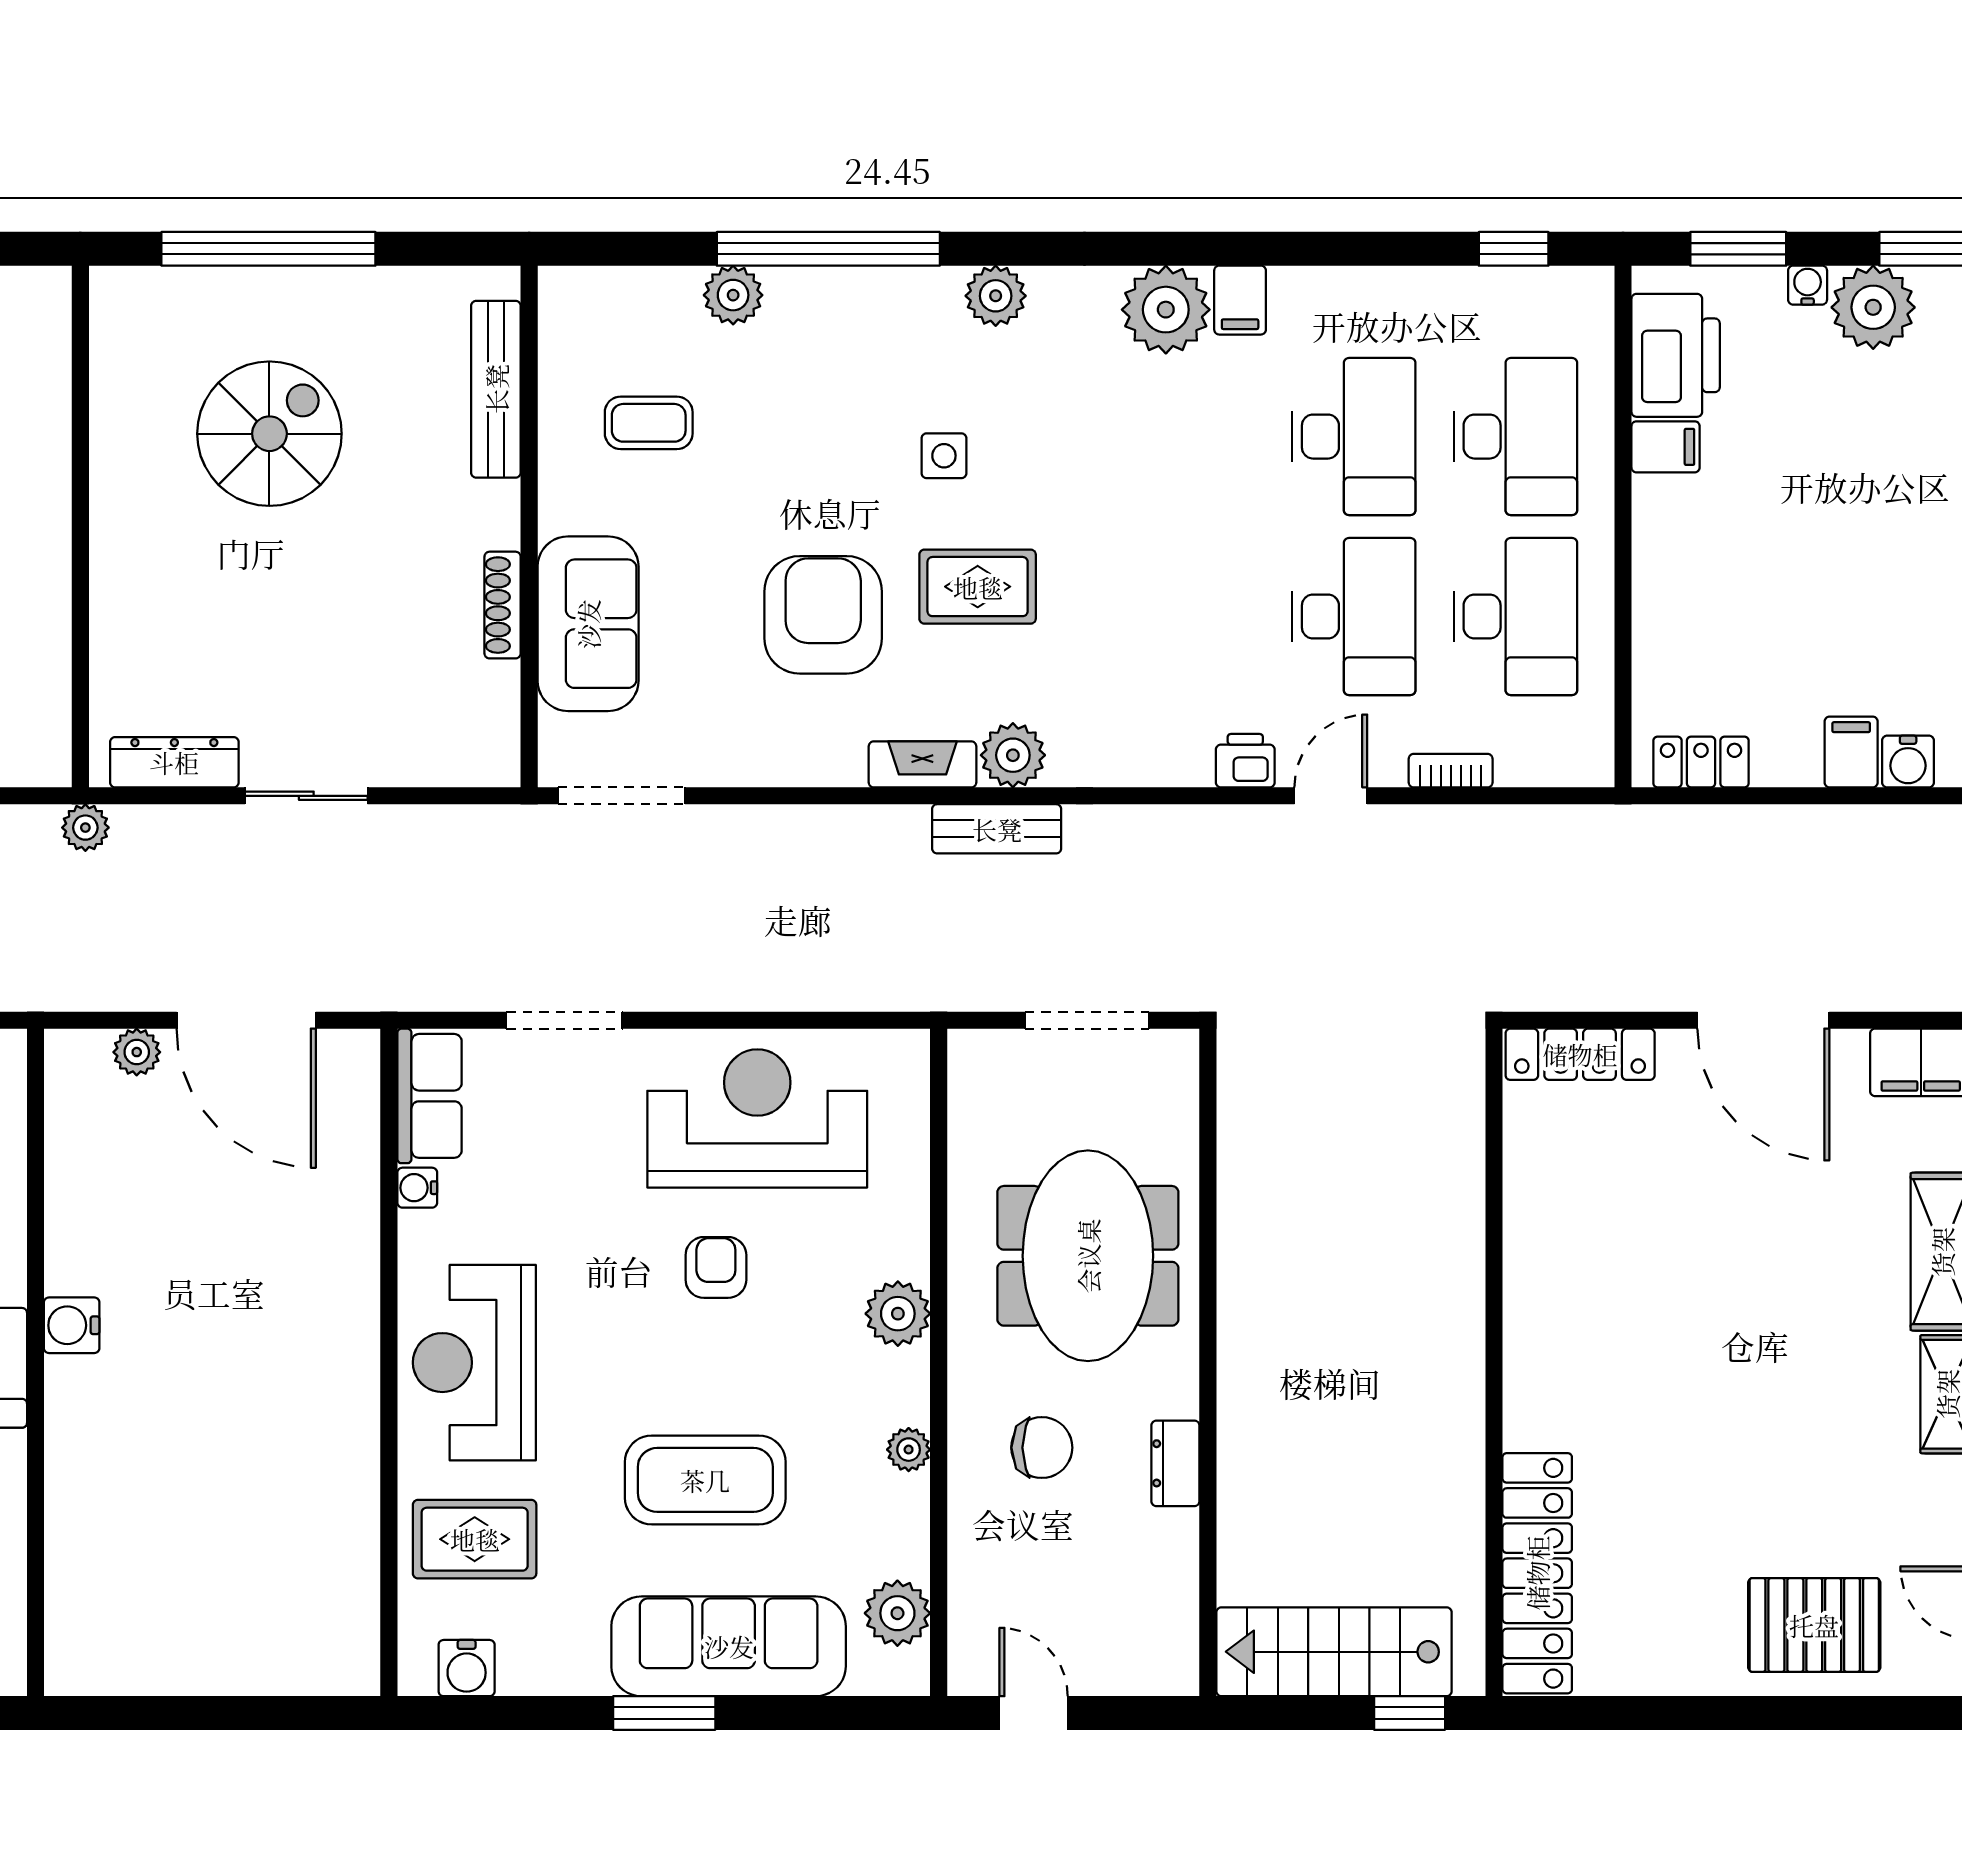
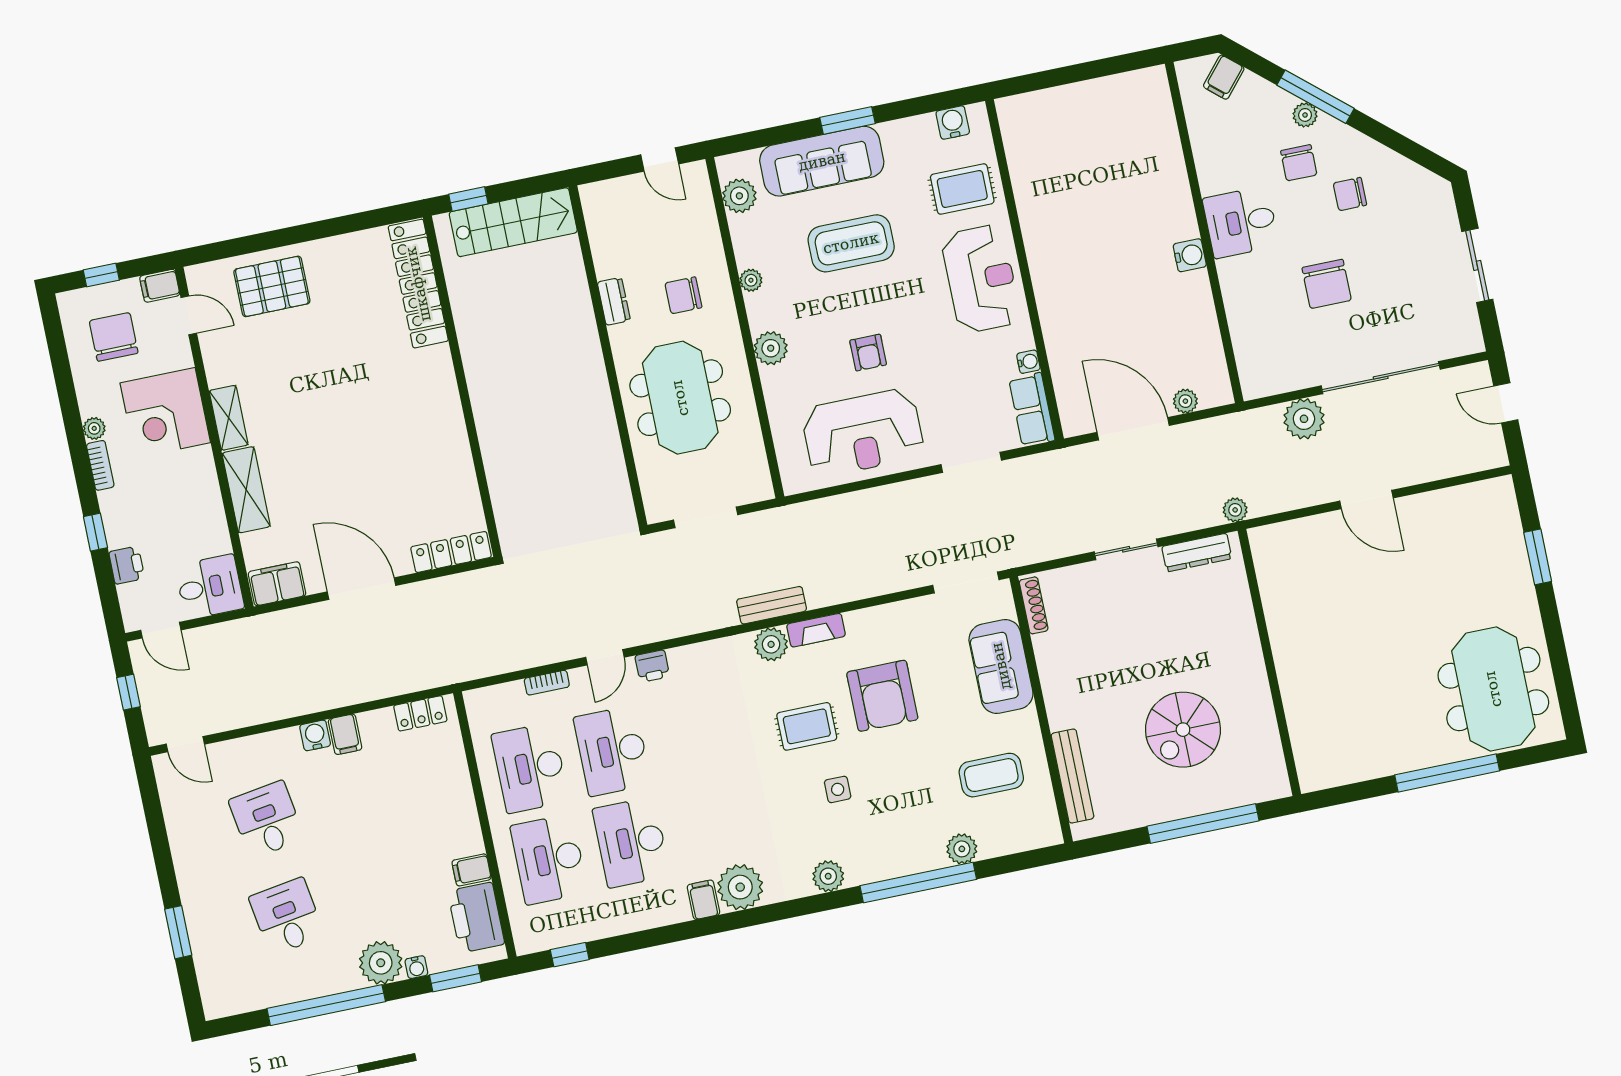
coffee table: (649, 423) -> (991, 775), width x1.36, depth x1.30
shoe rack: (503, 605) -> (1034, 605), moved

